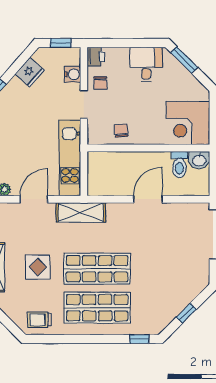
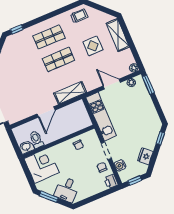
window: (184, 60) -> (49, 197), moved
desk: (146, 64) -> (67, 190), moved, turned 45
door: (34, 199) -> (112, 84), swing flipped
shelving: (81, 212) -> (70, 93), moved
shop shelf: (97, 269) -> (58, 59), width x0.70, depth x0.74
shop shelf: (97, 308) -> (49, 37), width x0.70, depth x0.74

